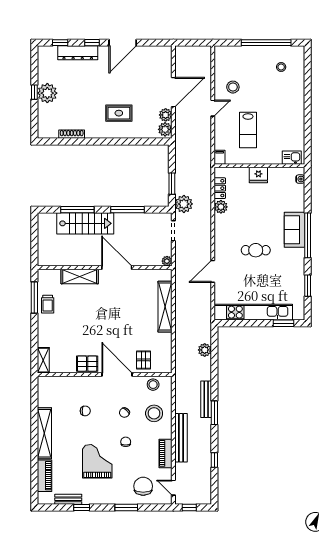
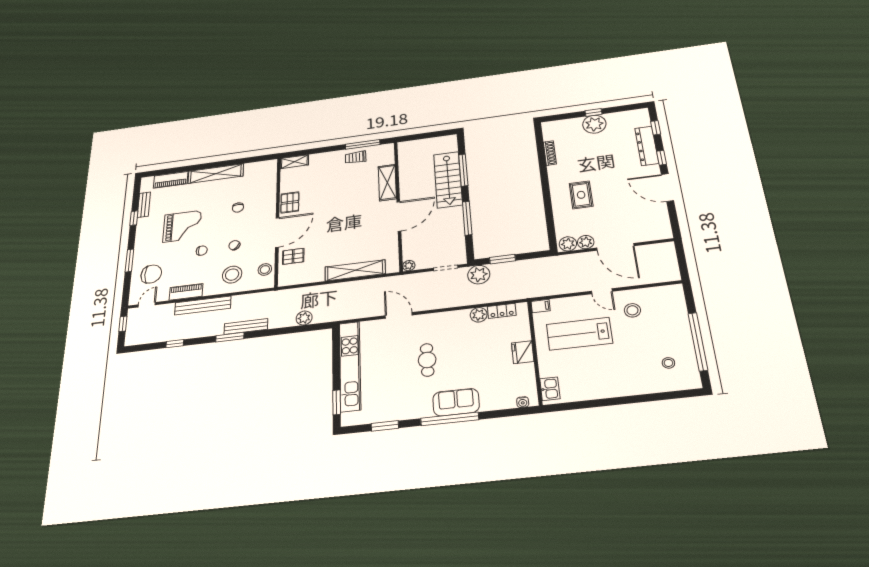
lab bench: (248, 130) -> (579, 334), width x1.36, depth x1.39

